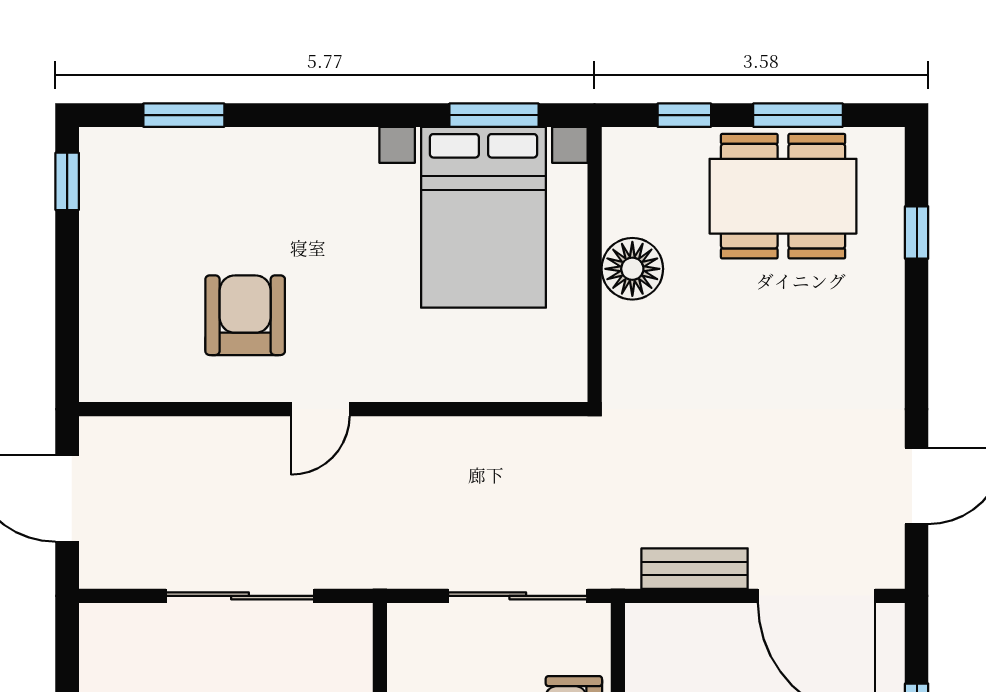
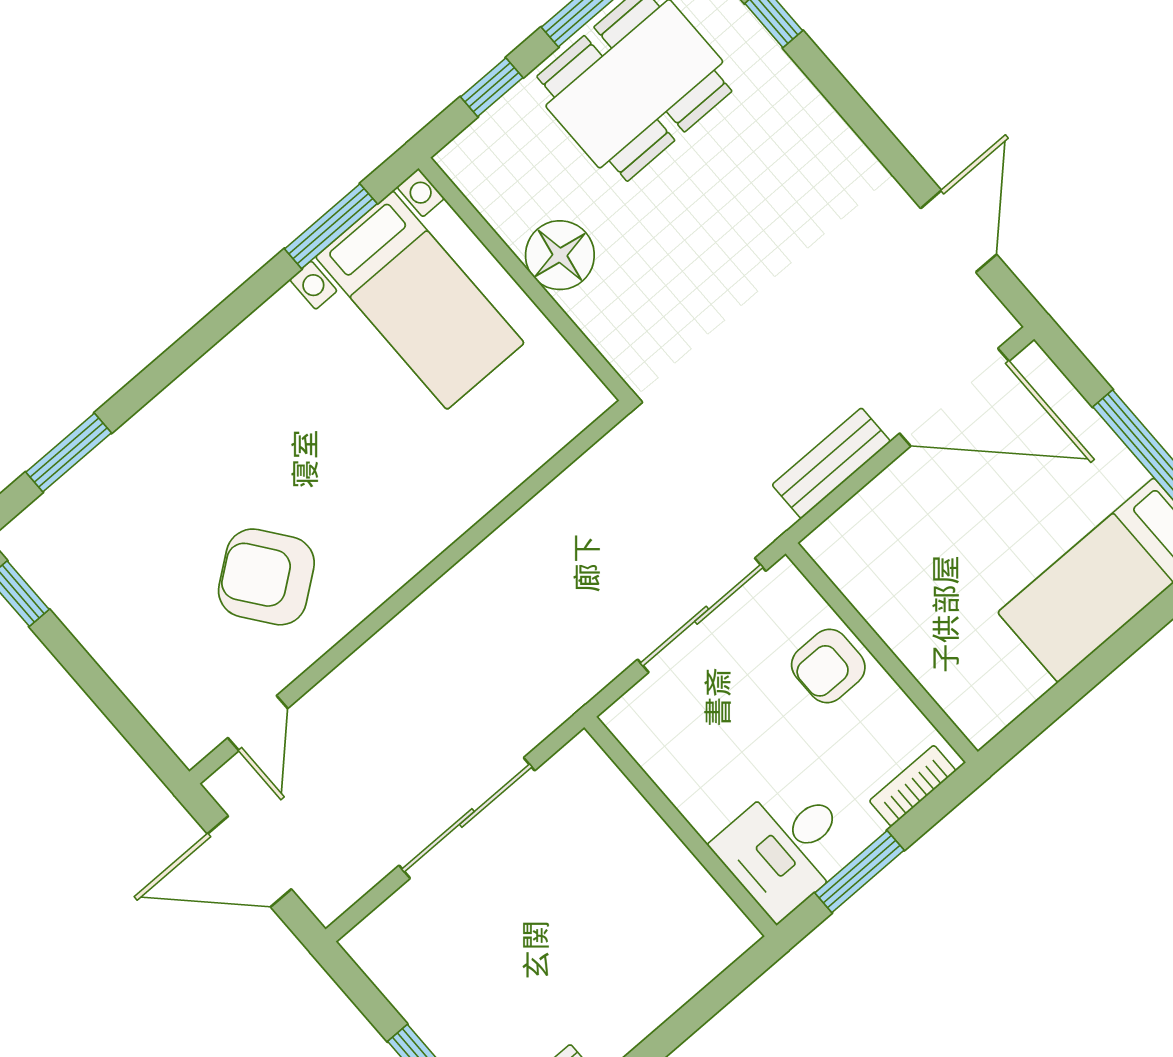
bed with nightstands: (483, 217) -> (420, 300), width x0.73
armchair: (245, 315) -> (266, 577), turned -37
door: (320, 409) -> (258, 723), moved

